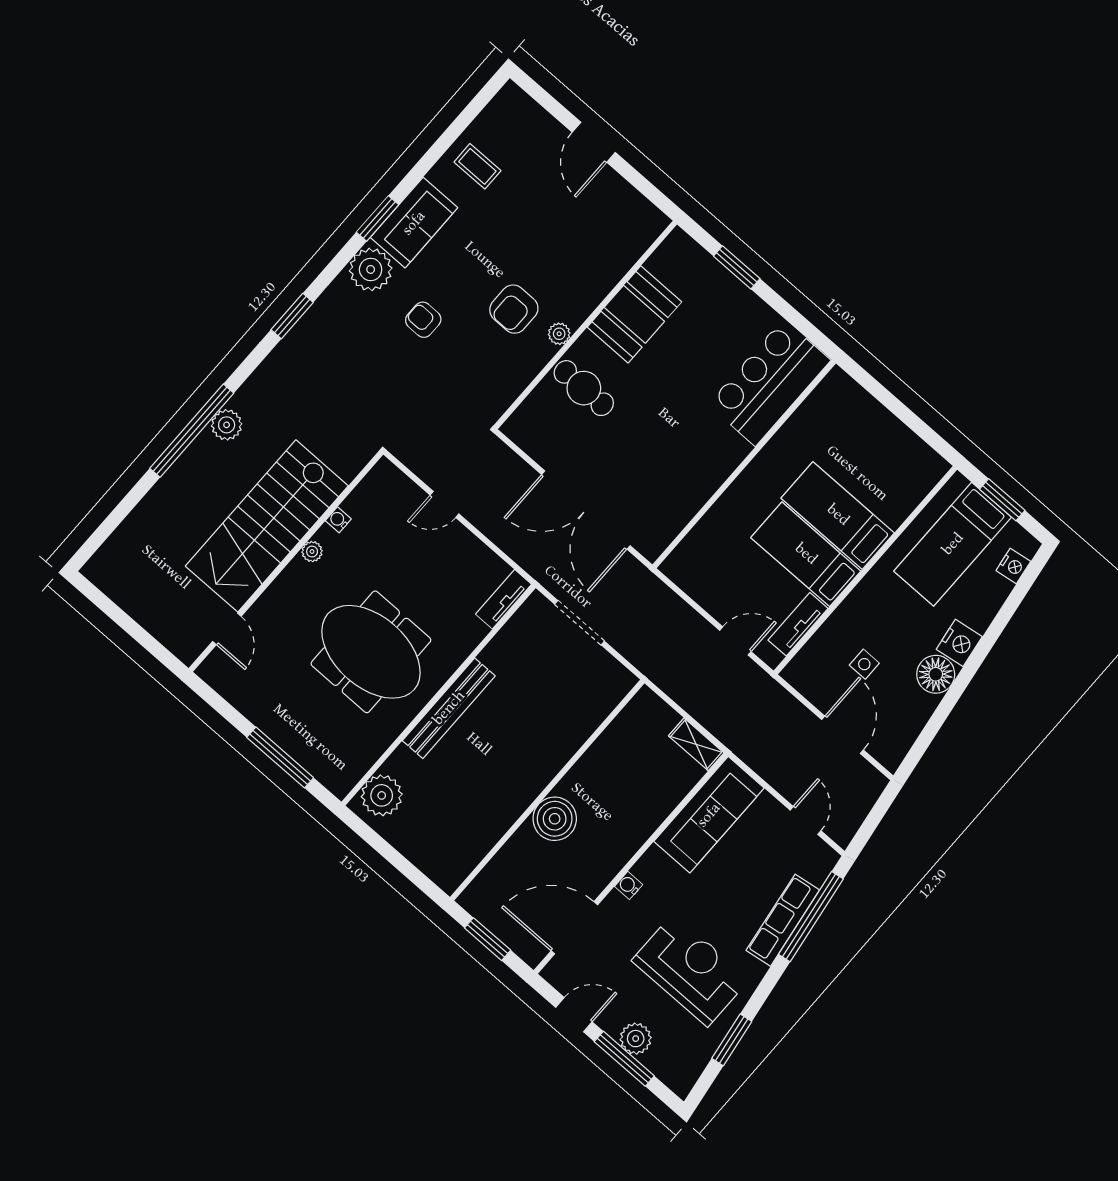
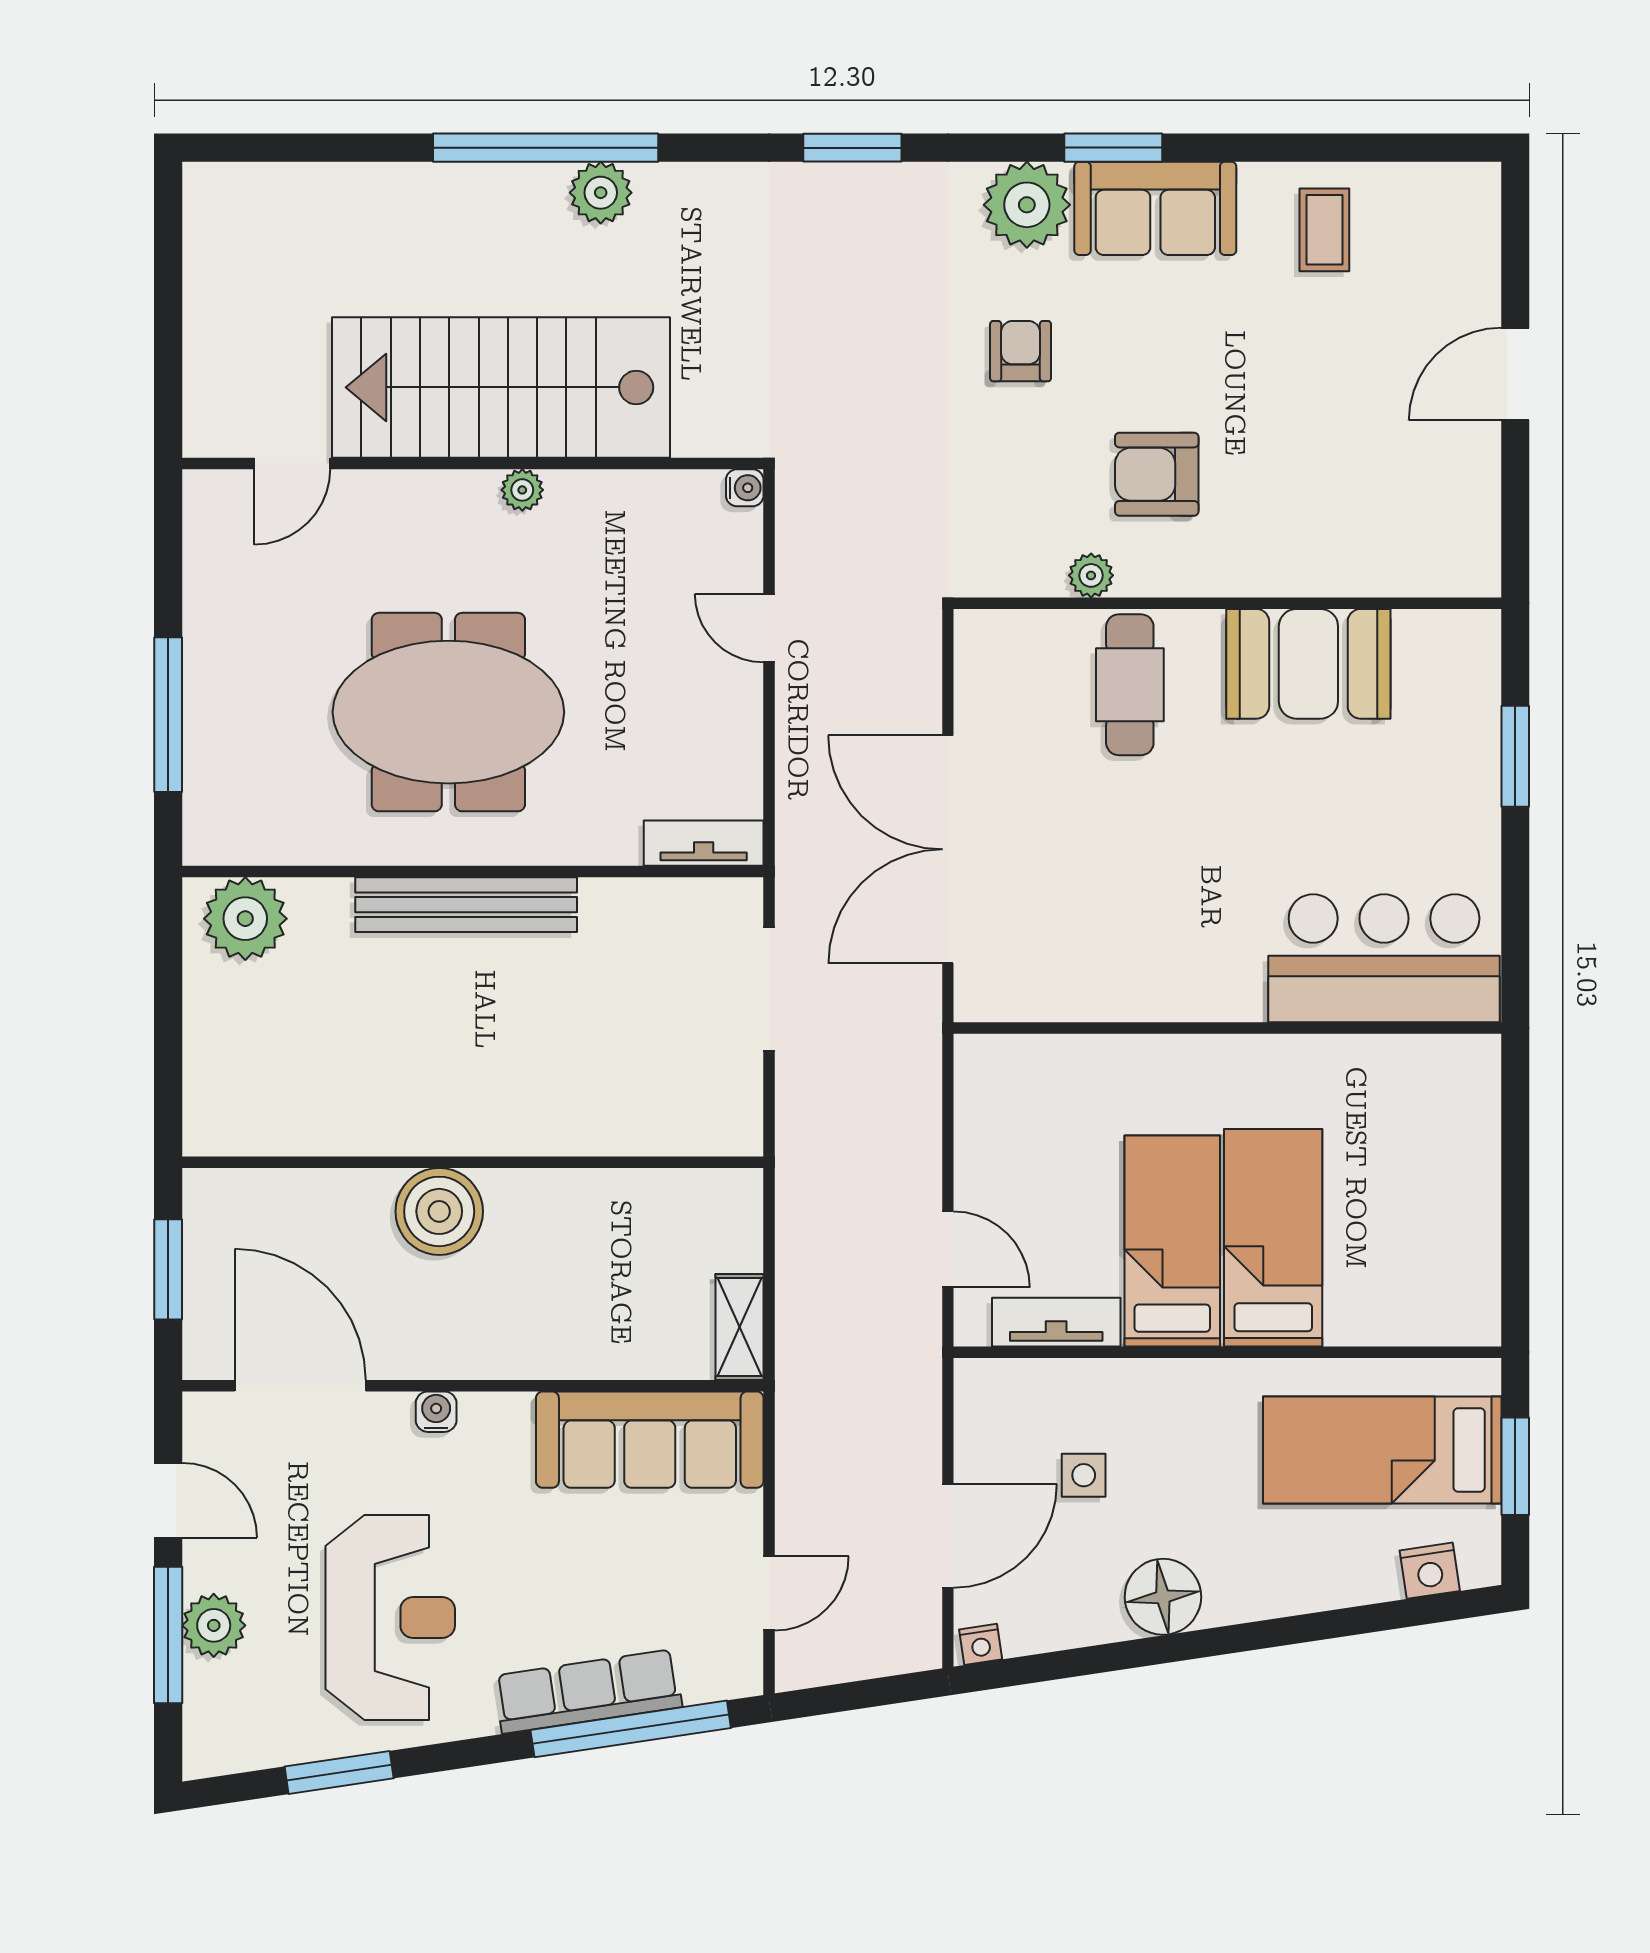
plant: (559, 334) -> (1091, 575), moved
water cooler: (338, 520) -> (745, 488), moved, turned 90
nightstand: (959, 643) -> (981, 1644), moved, width x0.53, depth x0.56
meeting table: (371, 652) -> (448, 712), turned 90

